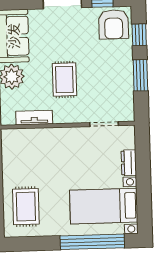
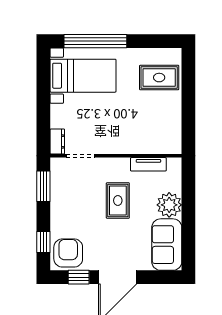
window: (140, 75) -> (43, 186), moved
dresser: (129, 163) -> (57, 141), moved
rug: (26, 207) -> (159, 78), turned 90

